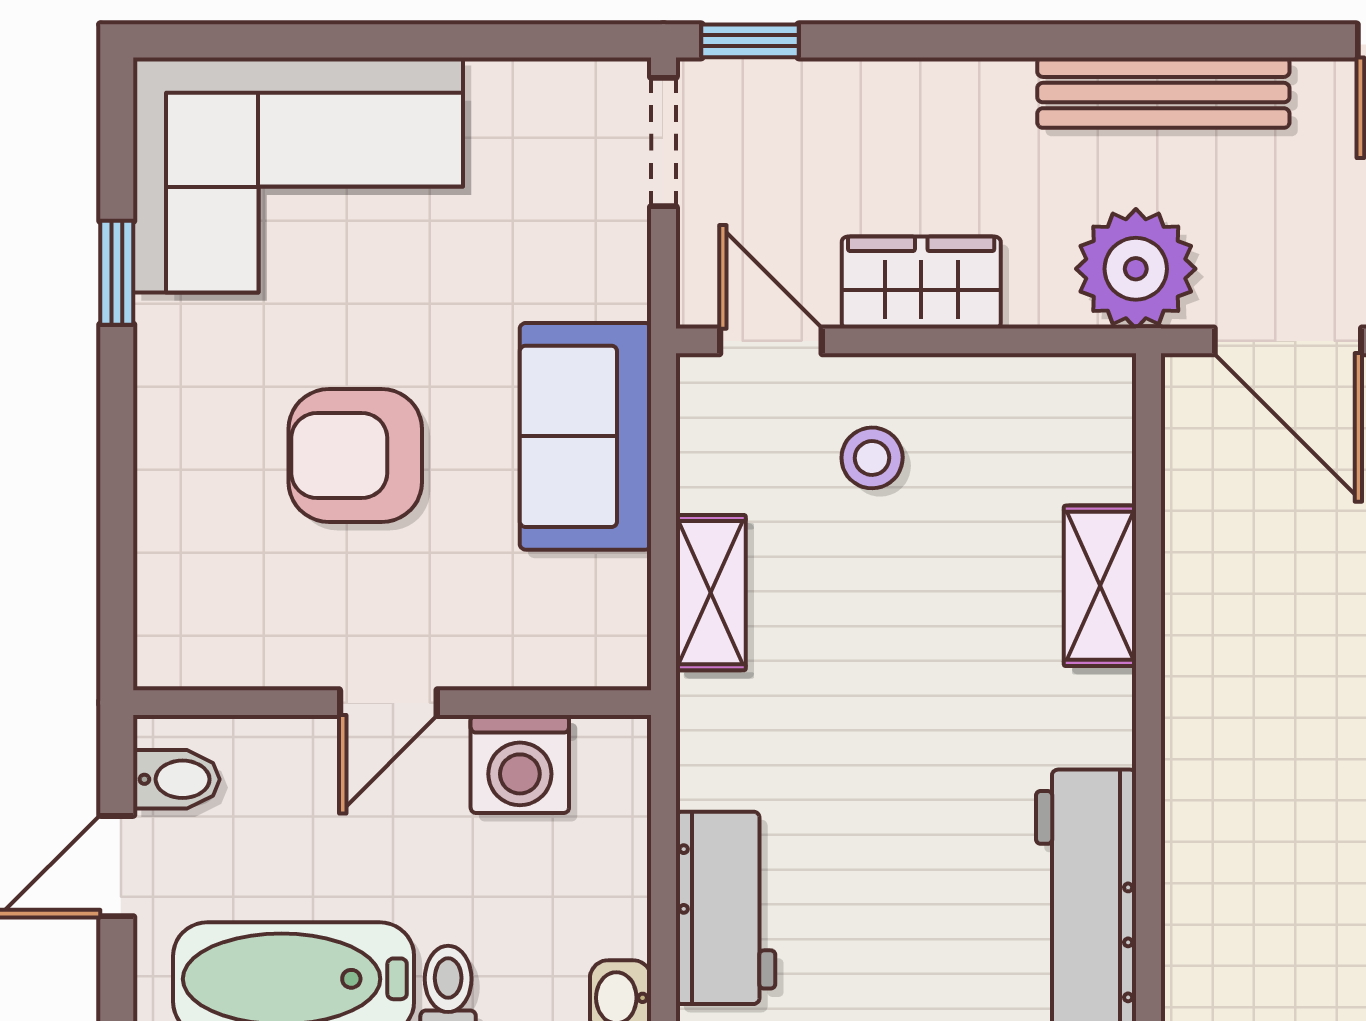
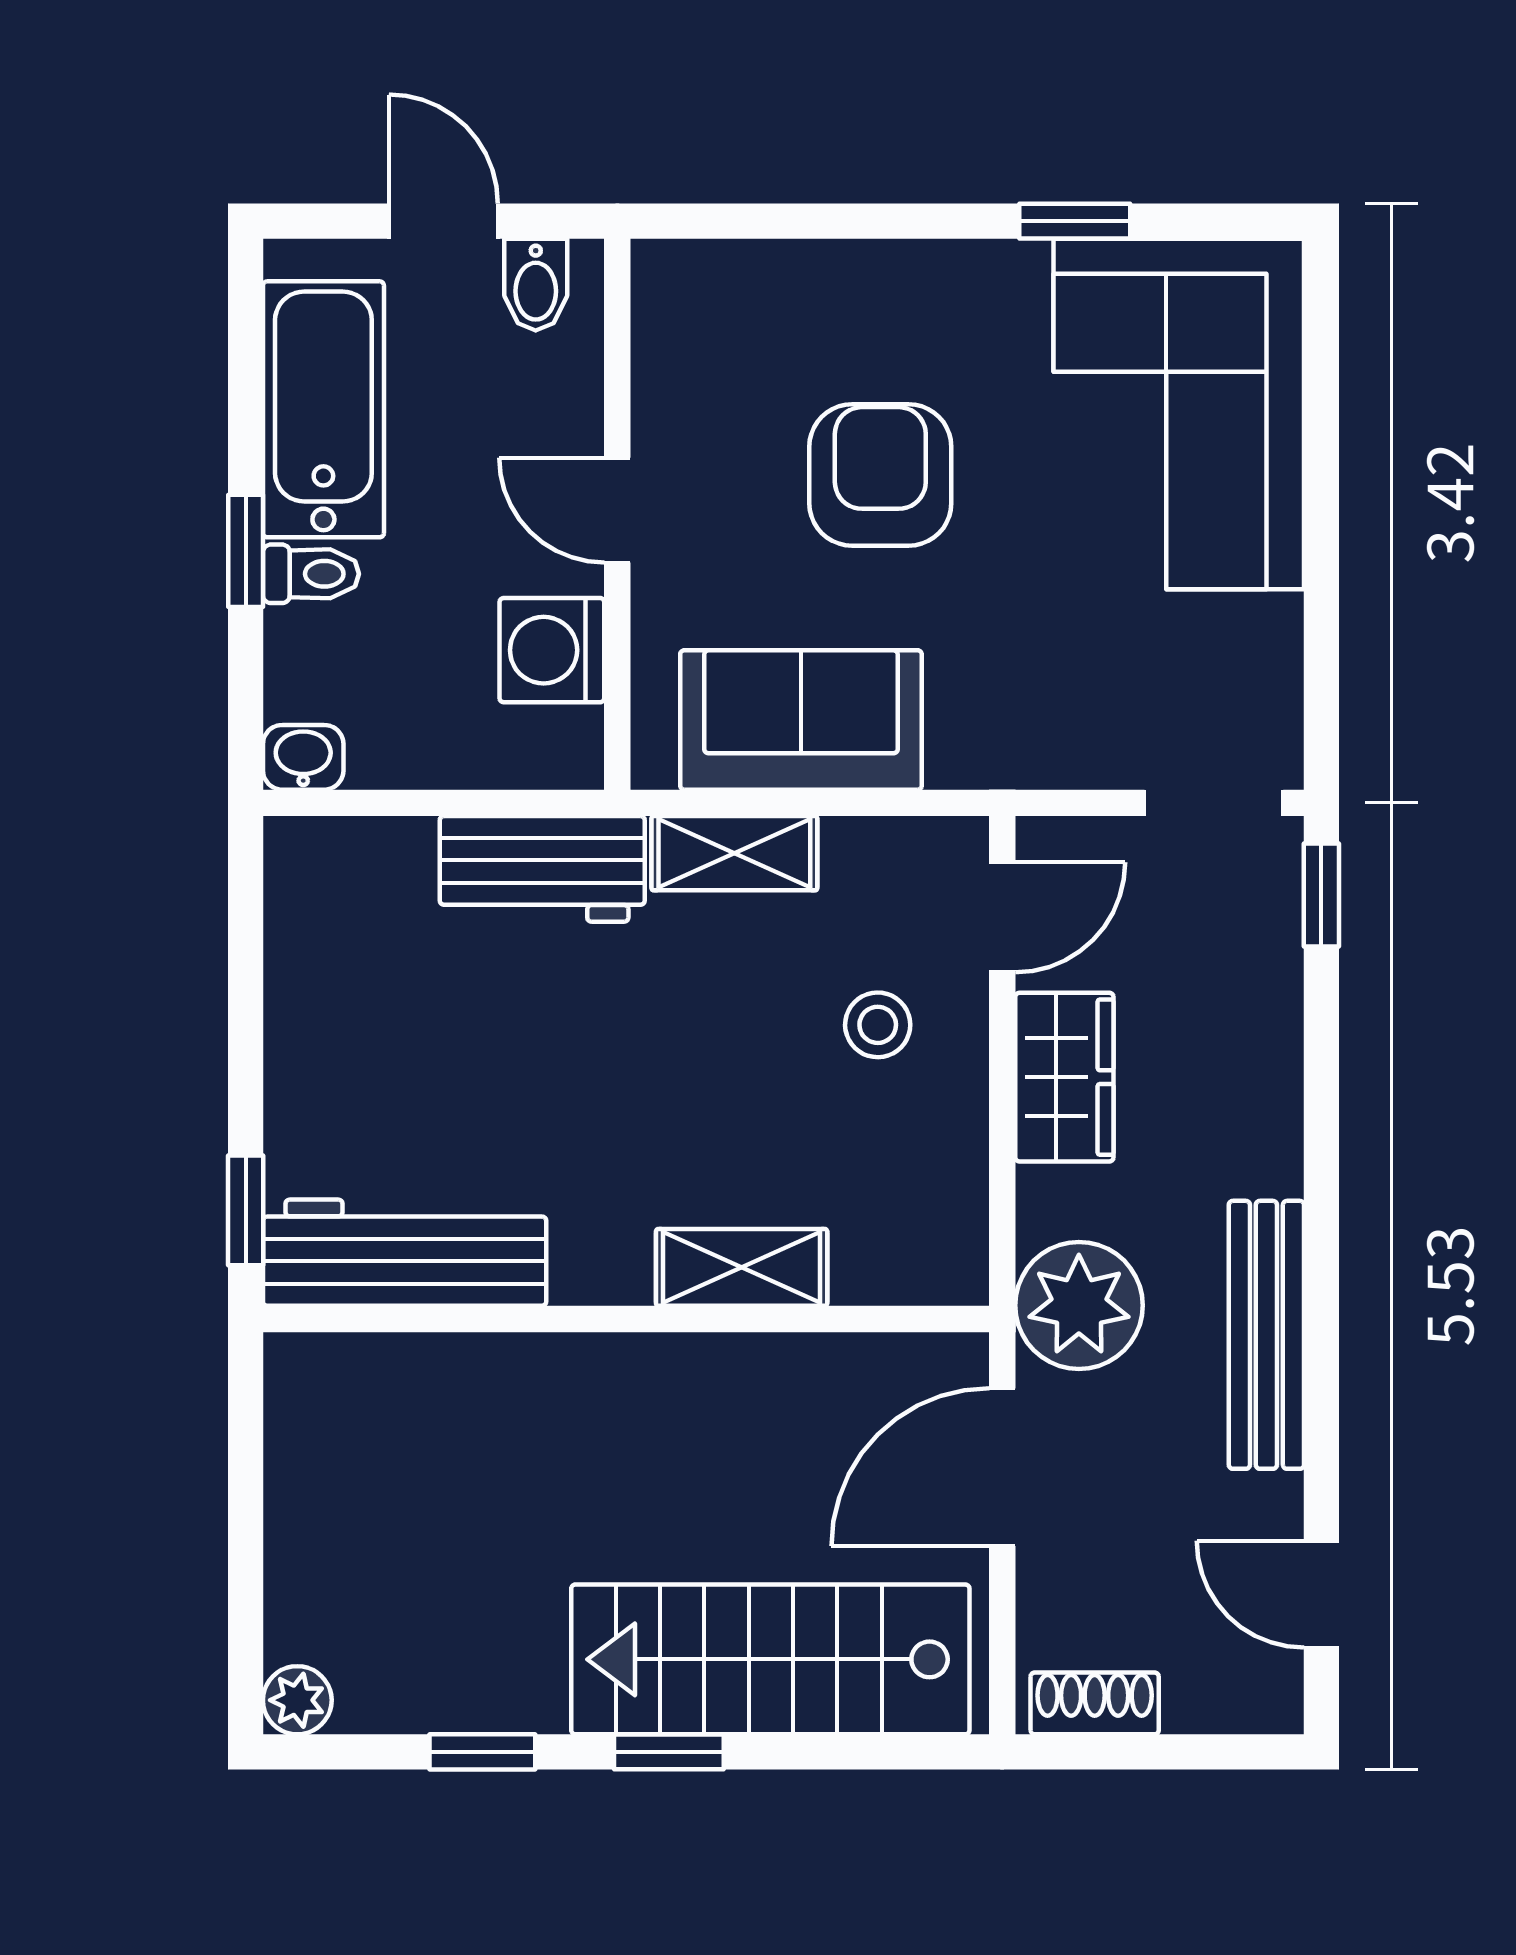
sofa: (586, 436) -> (801, 720), moved
workbench: (725, 908) -> (542, 869), moved

